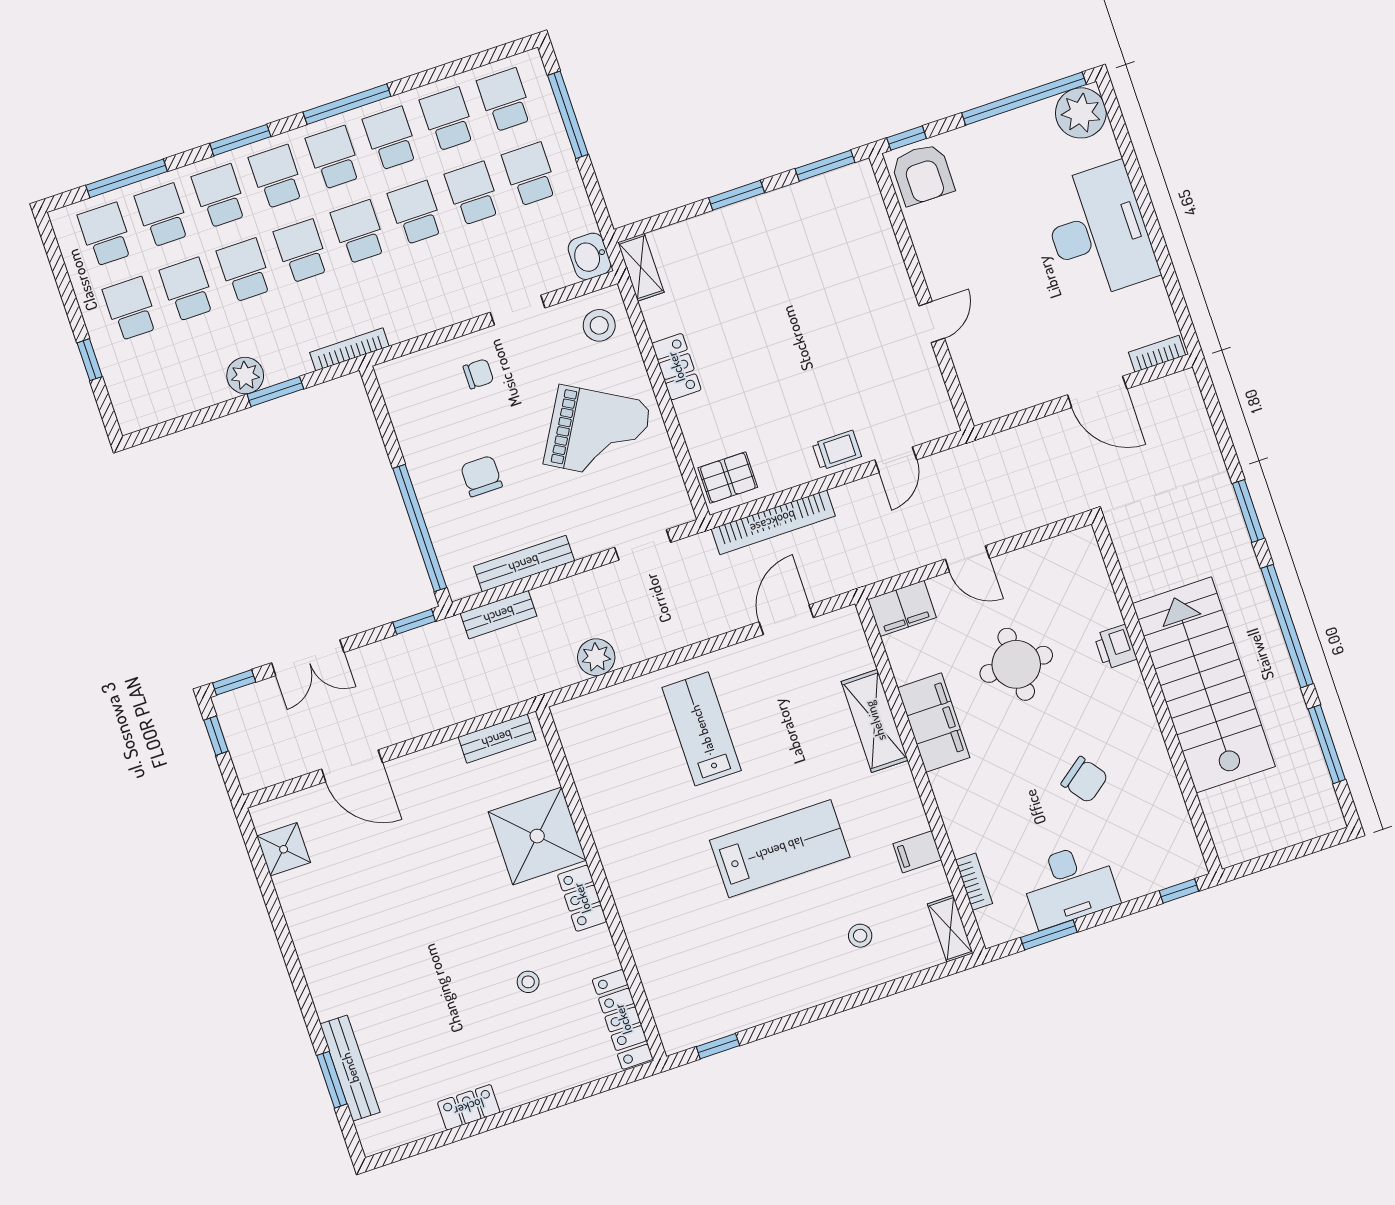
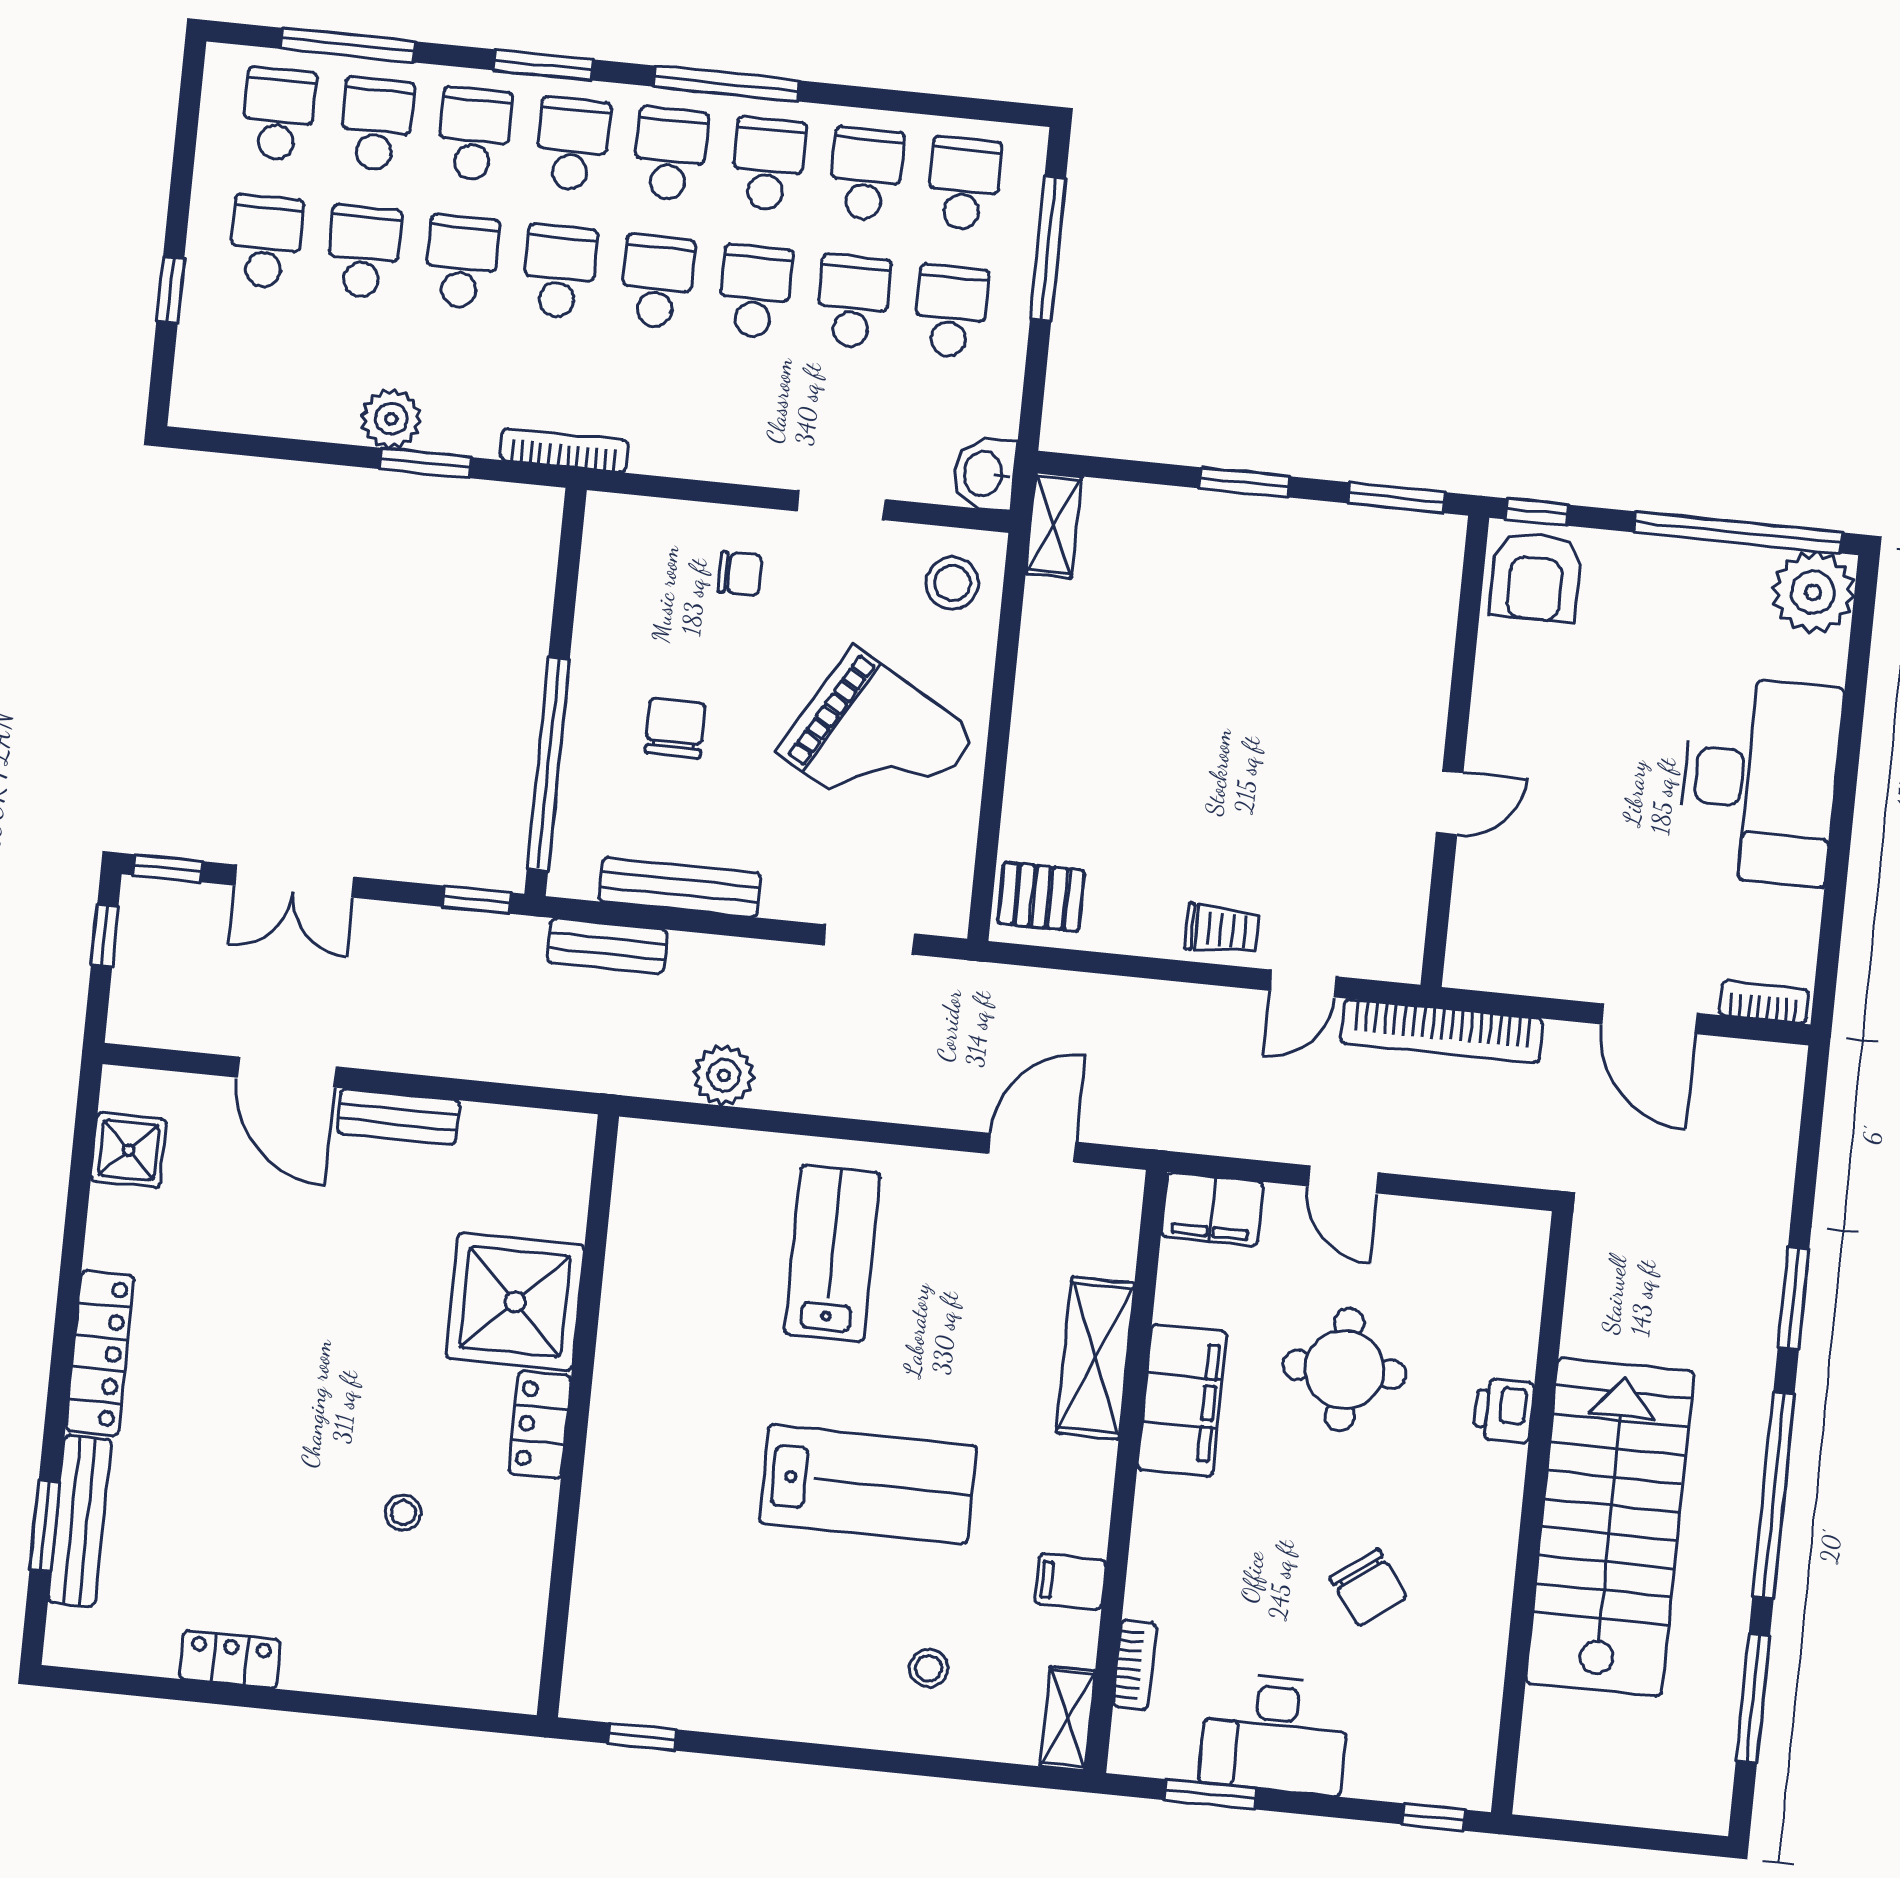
locker: (676, 367) -> (1040, 697), removed
bookcase: (773, 522) -> (1442, 1031), moved
bench: (497, 739) -> (398, 1117), moved
locker: (623, 1019) -> (100, 1353), moved, turned 180

